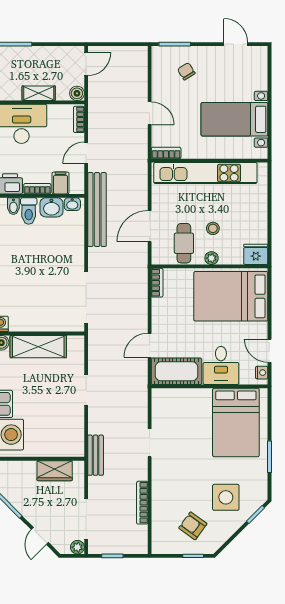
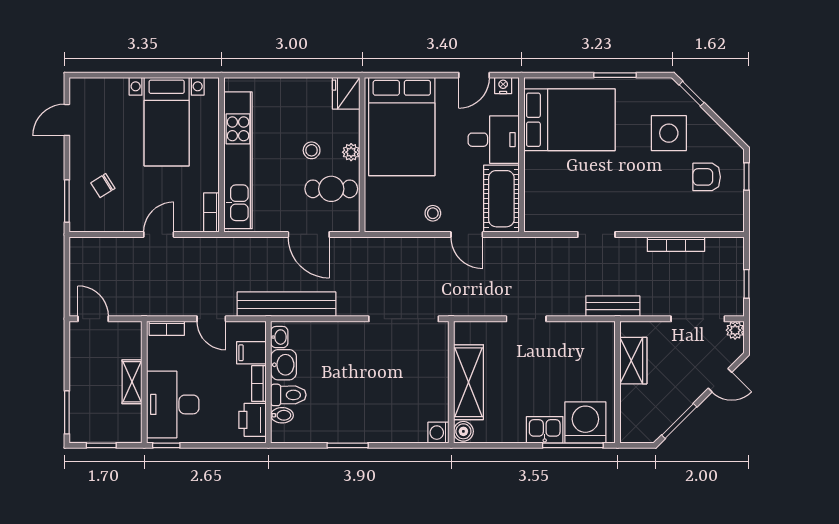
boiler: (77, 93) -> (132, 331), removed
bookcase: (157, 283) -> (384, 224), removed
stool: (166, 320) -> (433, 213), added
armchair: (193, 526) -> (707, 177), turned 54

